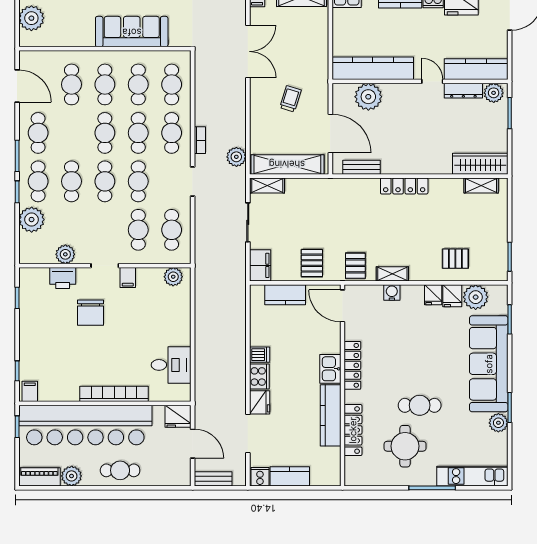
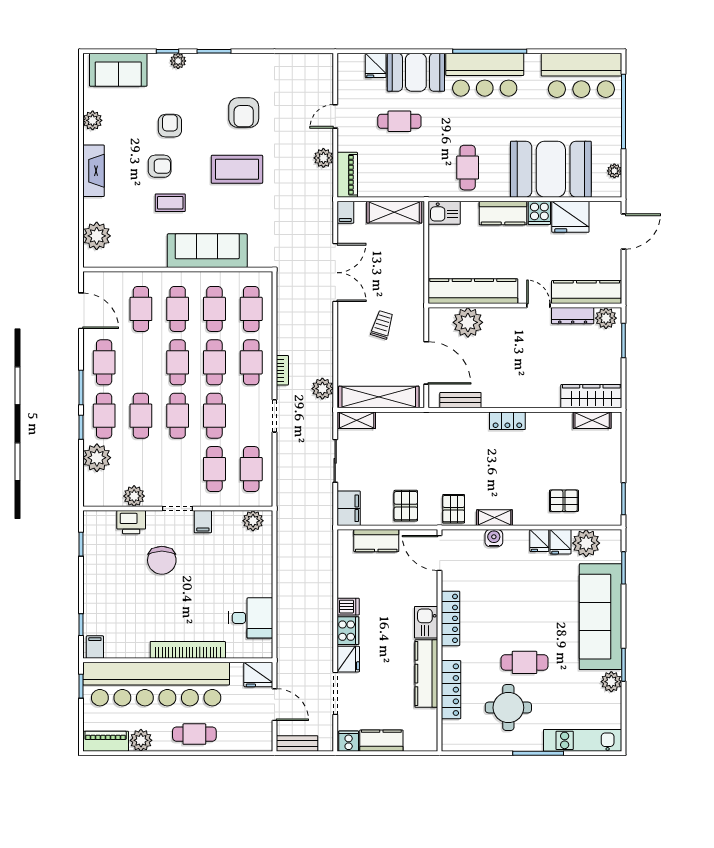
locker: (404, 186) -> (507, 421), width x0.66

